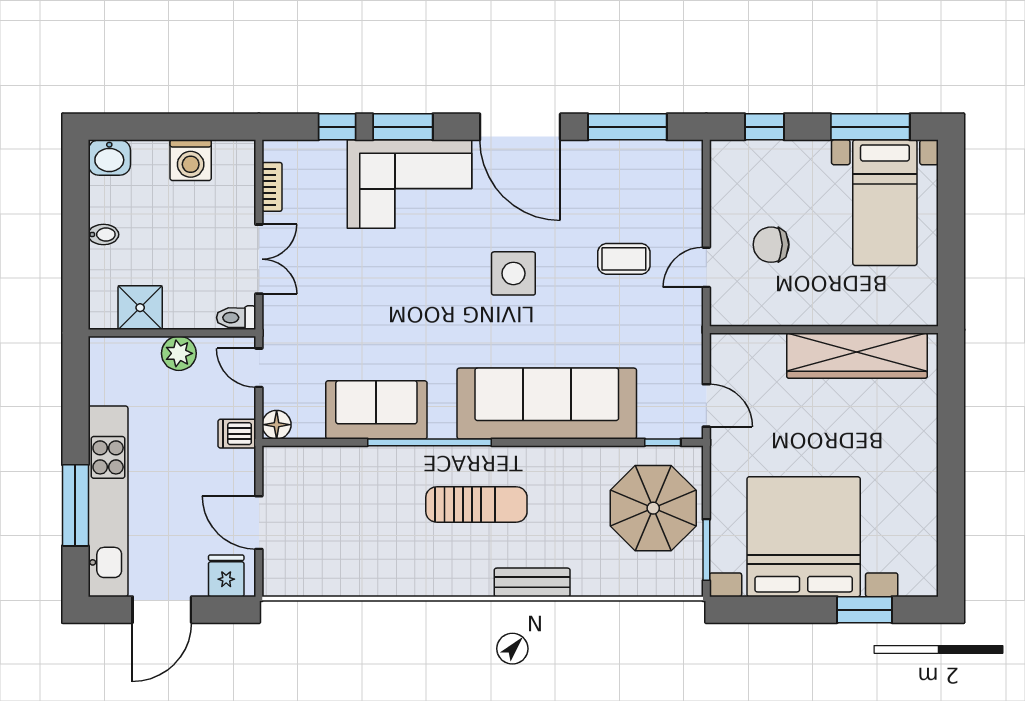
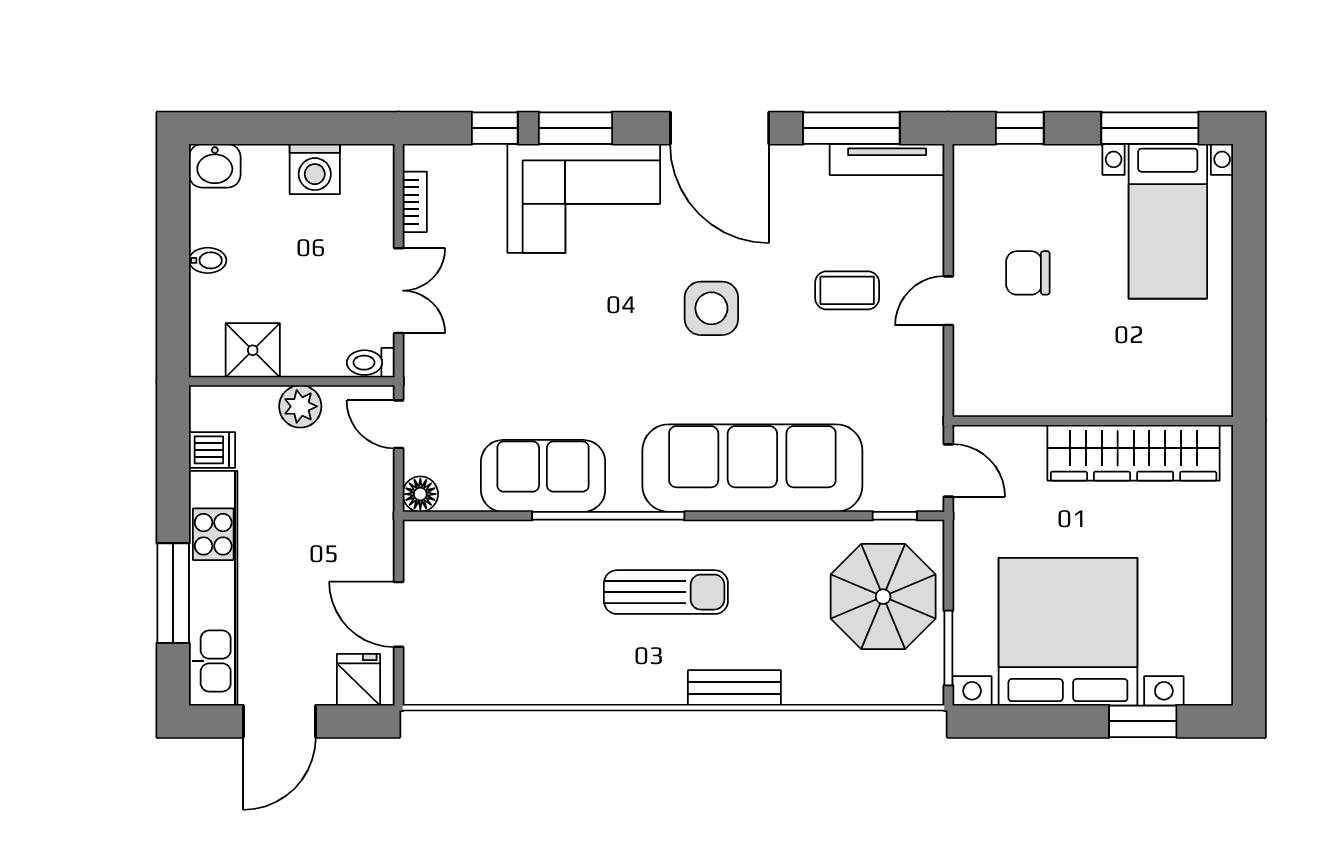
tv unit: (656, 152) -> (887, 159), added
wall: (824, 330) -> (1093, 421), moved
wardrobe: (857, 356) -> (1134, 453), moved
dishwasher: (237, 434) -> (212, 450), moved, turned 180

